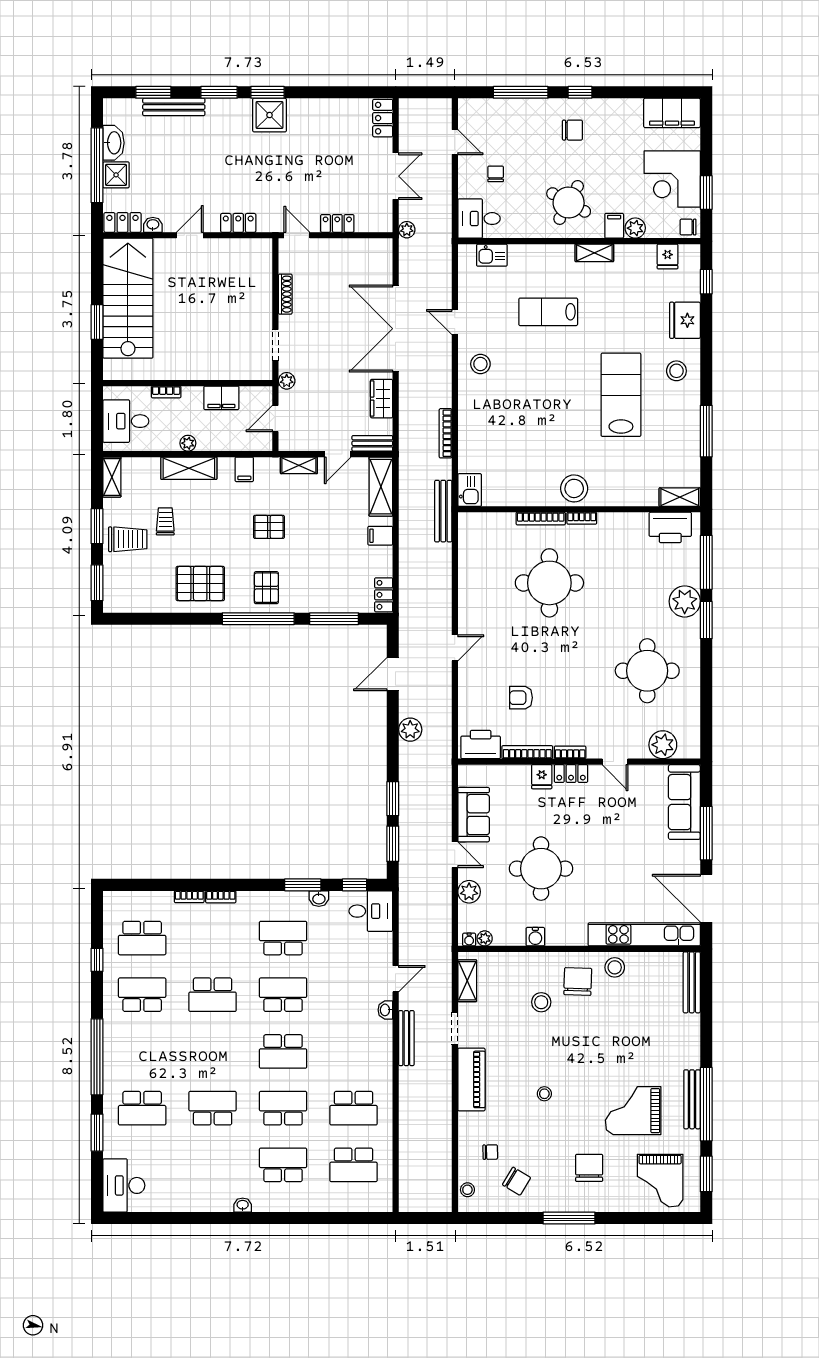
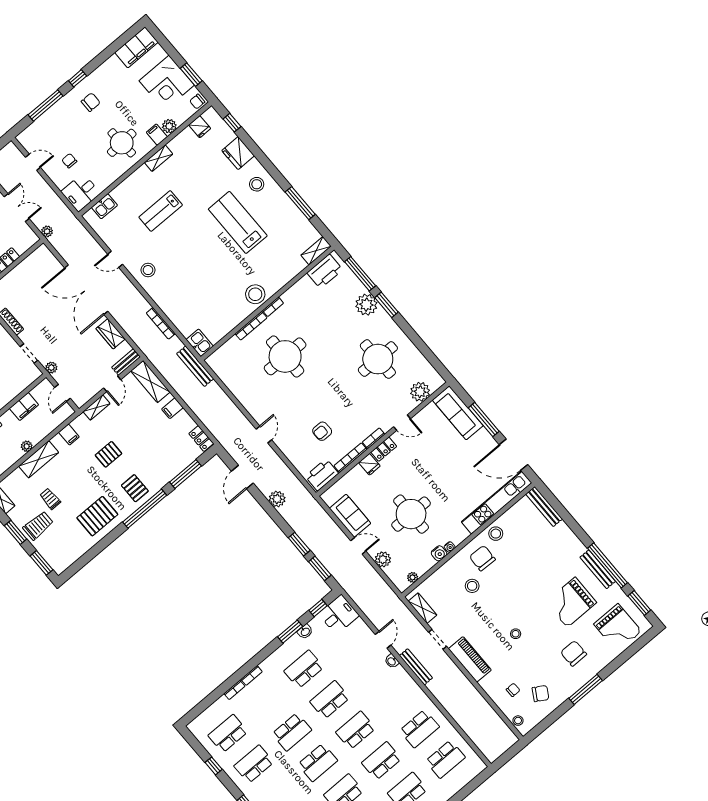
round table: (569, 202) -> (122, 143), turned -32
school desk: (142, 938) -> (228, 734), turned 180
water cooler: (469, 940) -> (450, 547), moved
school desk: (213, 1051) -> (318, 762), added
school desk: (283, 1051) -> (356, 730), turned 180

